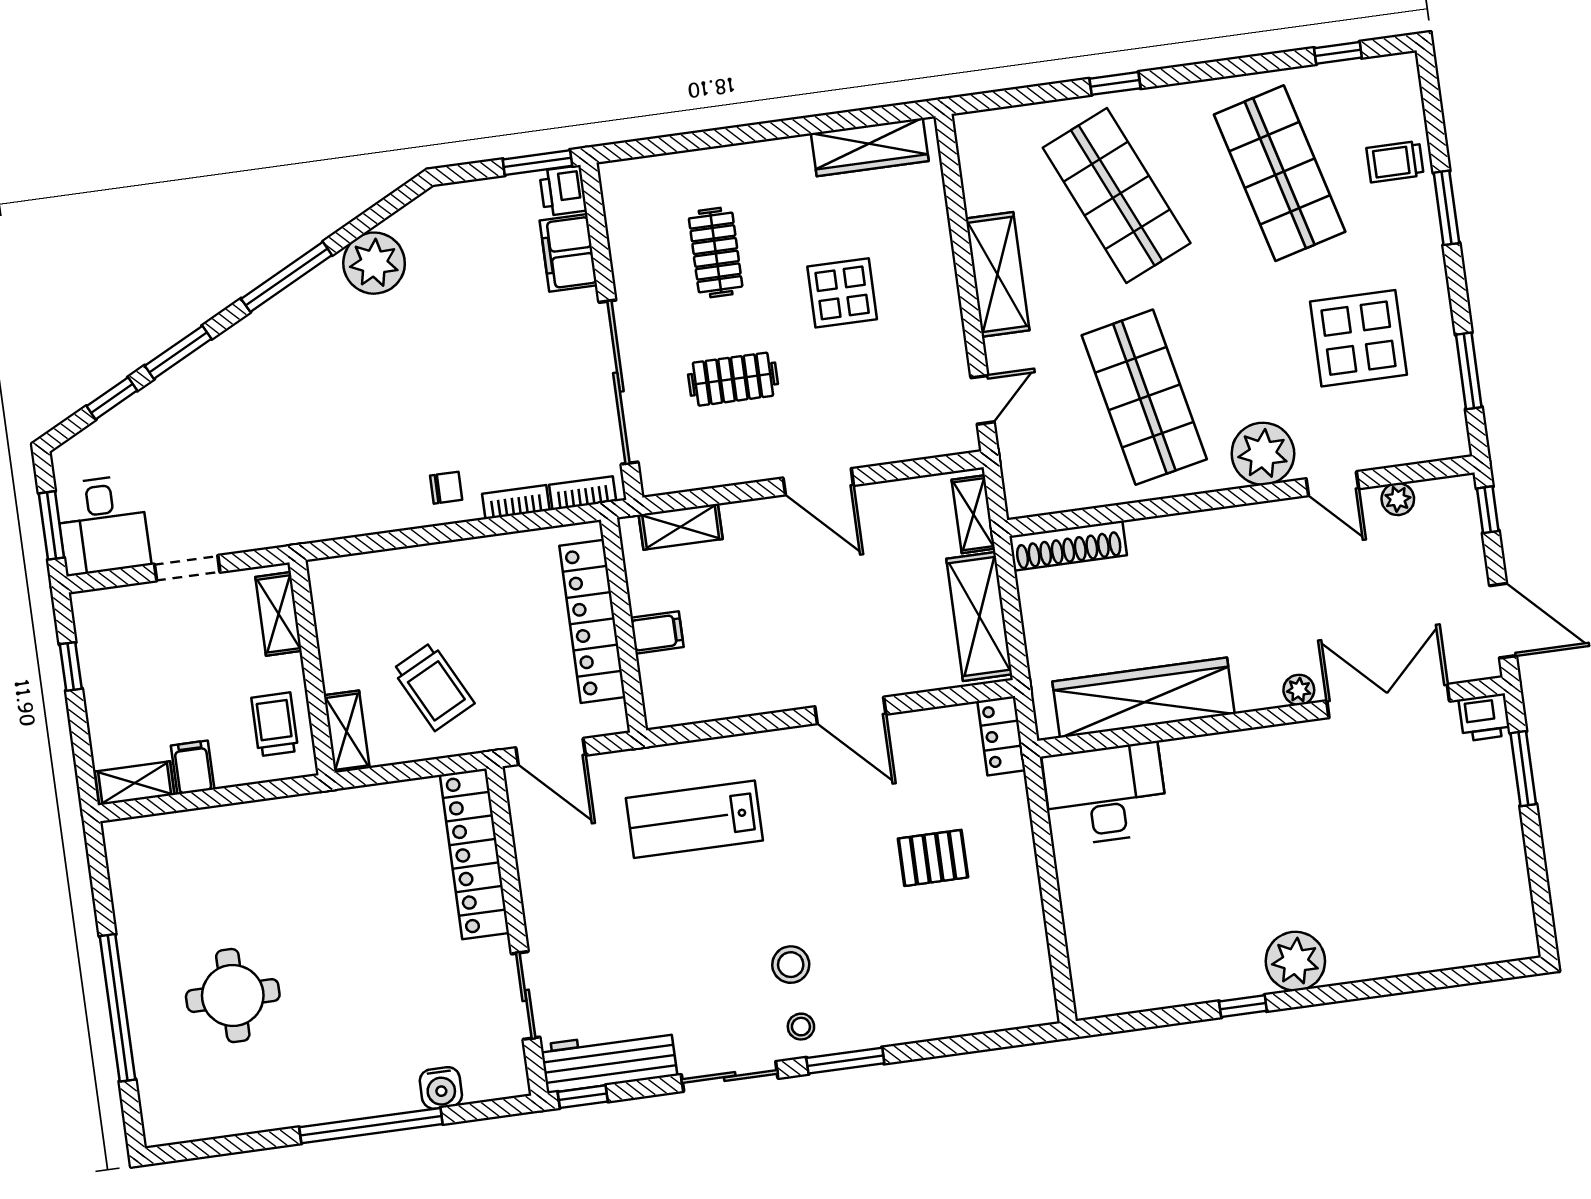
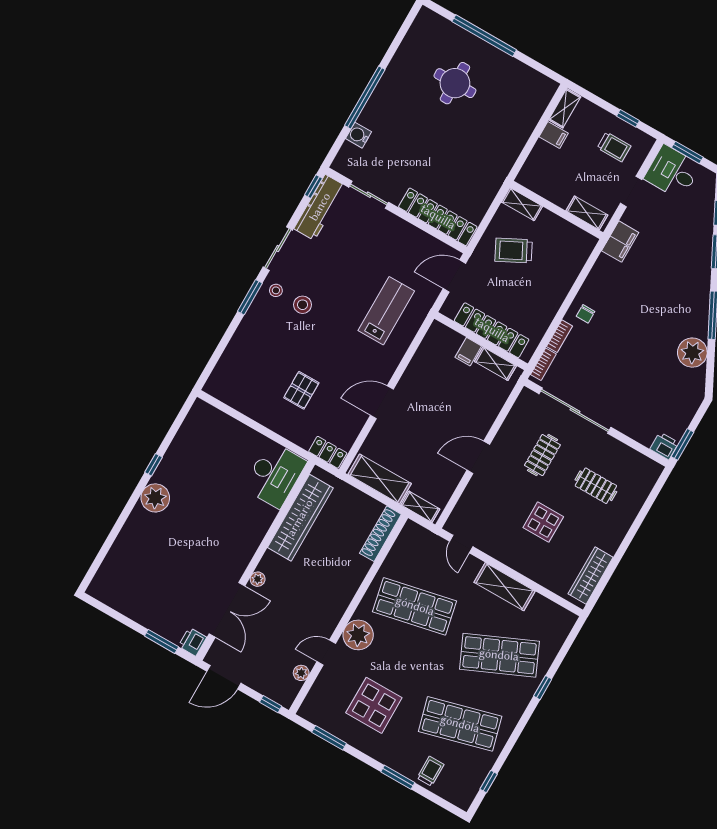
filing cabinet: (568, 253) -> (620, 242), moved, turned 90
shelving: (681, 527) -> (495, 364), moved, turned 90
trolley: (275, 724) -> (614, 147), moved

